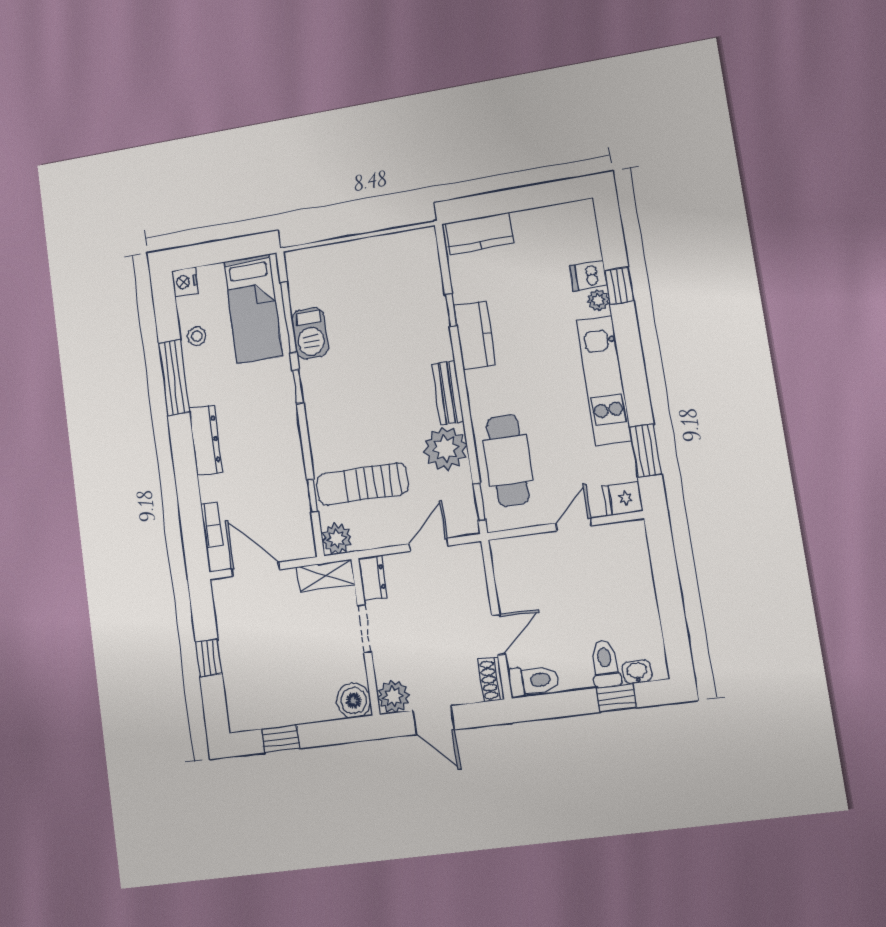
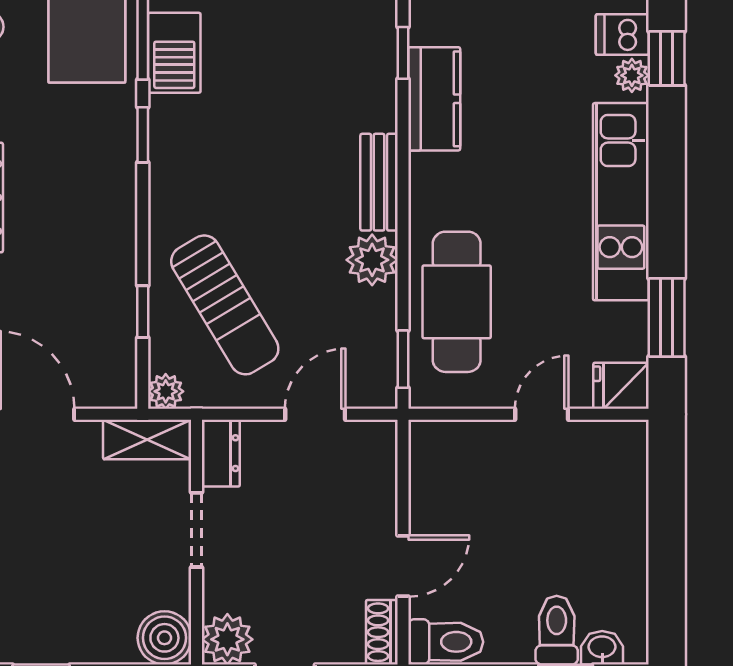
plant: (445, 449) -> (372, 260), width x0.73, depth x0.73
sun lounger: (362, 484) -> (225, 305), turned -121
plant: (337, 539) -> (166, 391), width x0.73, depth x0.73

